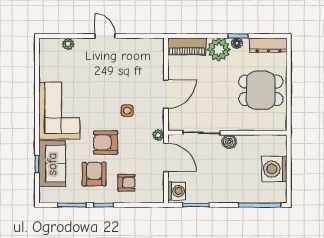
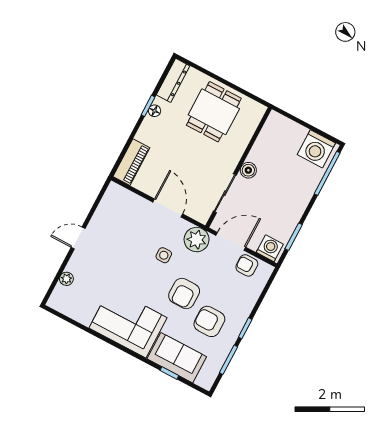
plant: (219, 49) -> (151, 132), removed
plant: (158, 135) -> (197, 240), width x1.88, depth x1.88
washing machine: (274, 169) -> (316, 149), moved
armchair: (126, 183) -> (247, 265), moved, turned -90

